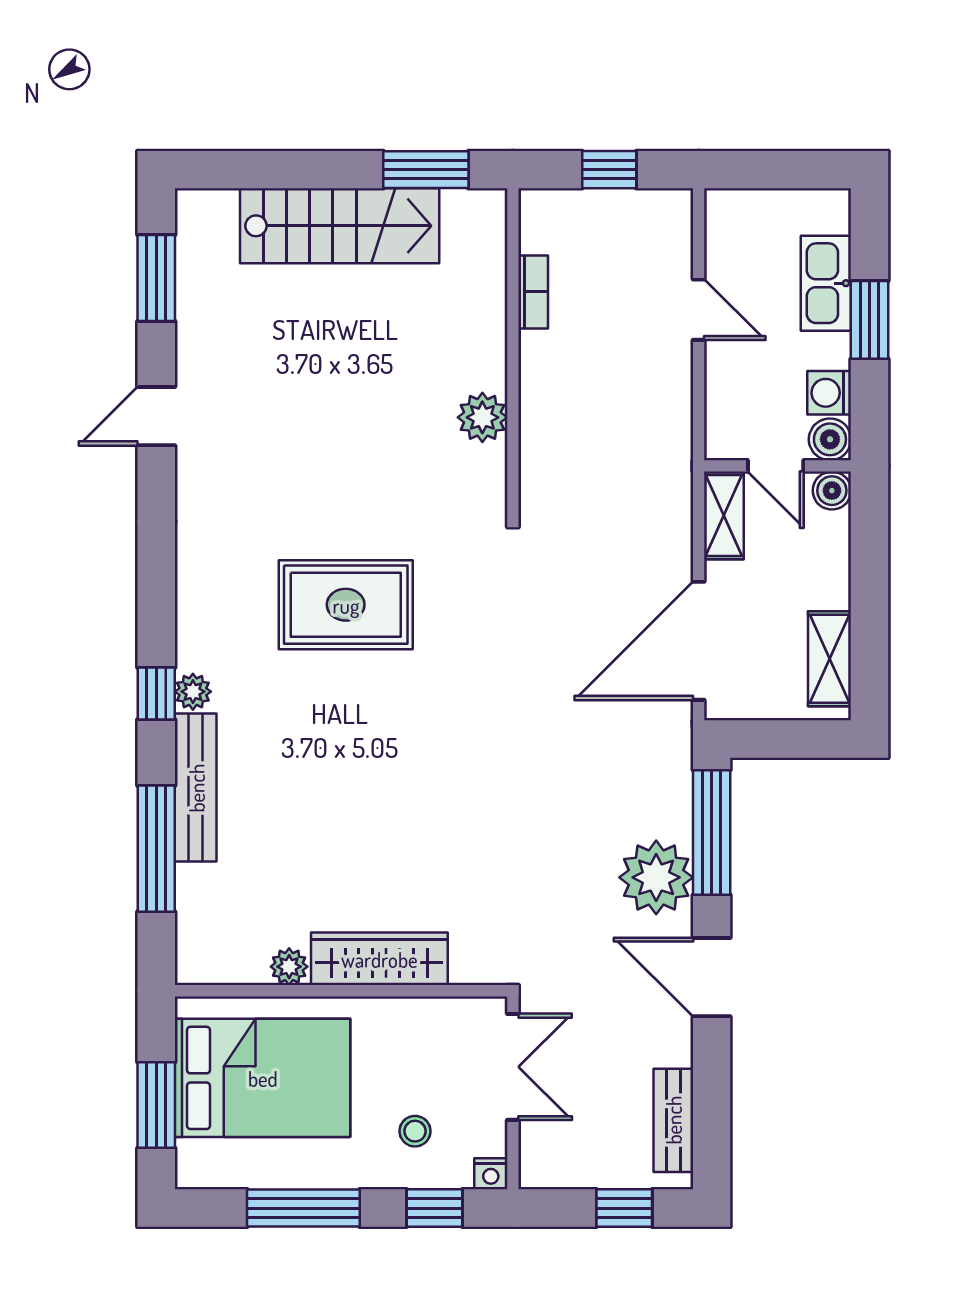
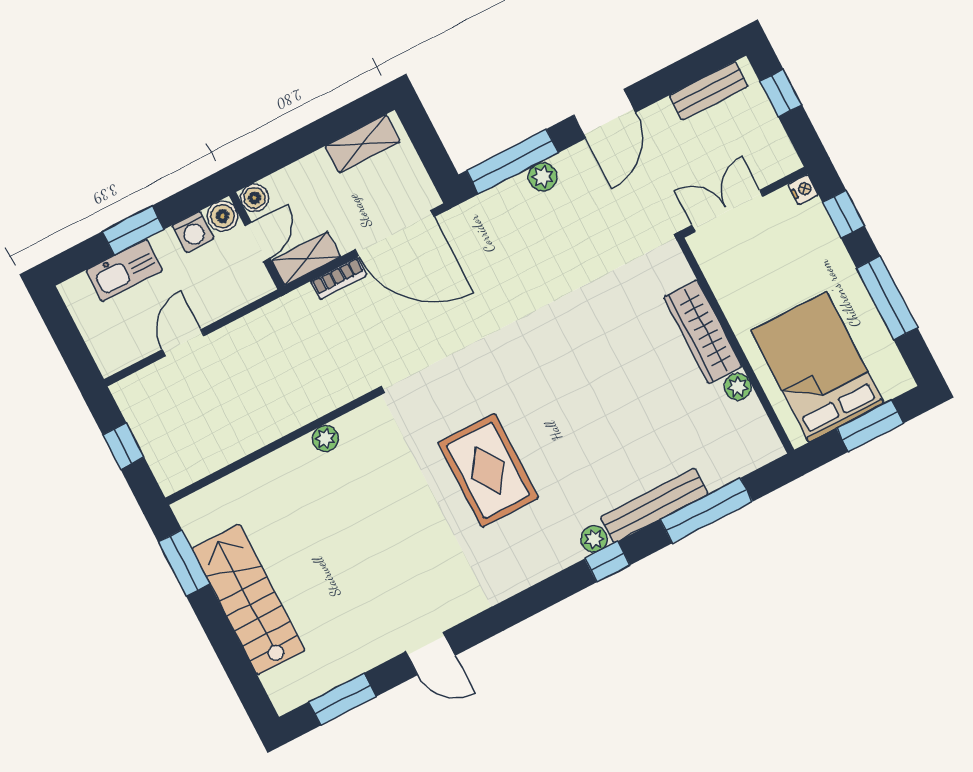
bookcase: (533, 292) -> (339, 278), moved, turned 180
plant: (482, 417) -> (325, 438), width x0.73, depth x0.73
plant: (656, 877) -> (543, 177), width x0.53, depth x0.53
stool: (415, 1131) -> (801, 252), removed

